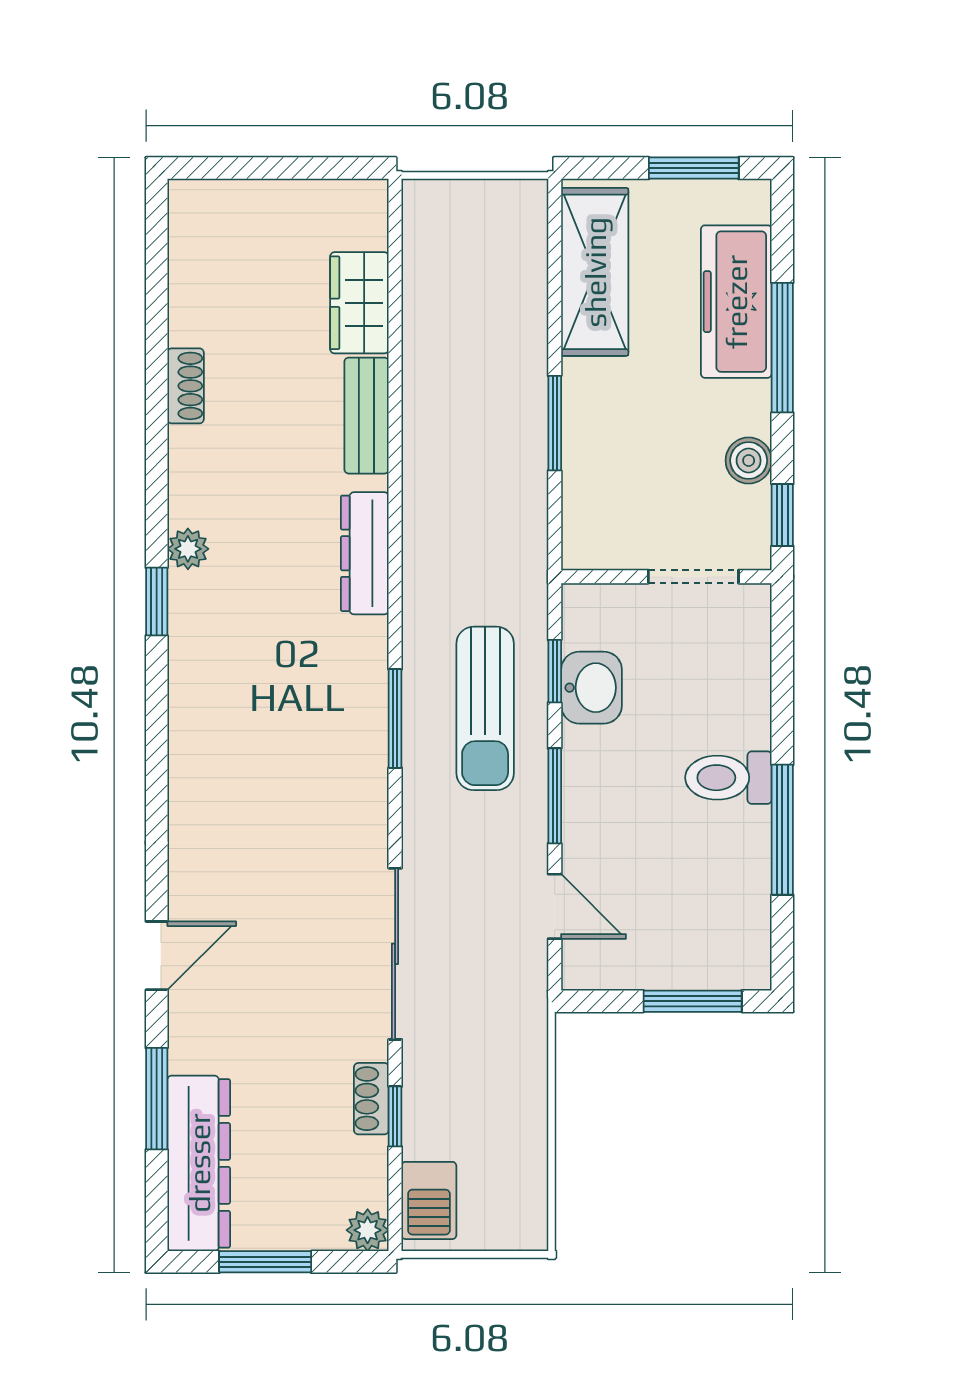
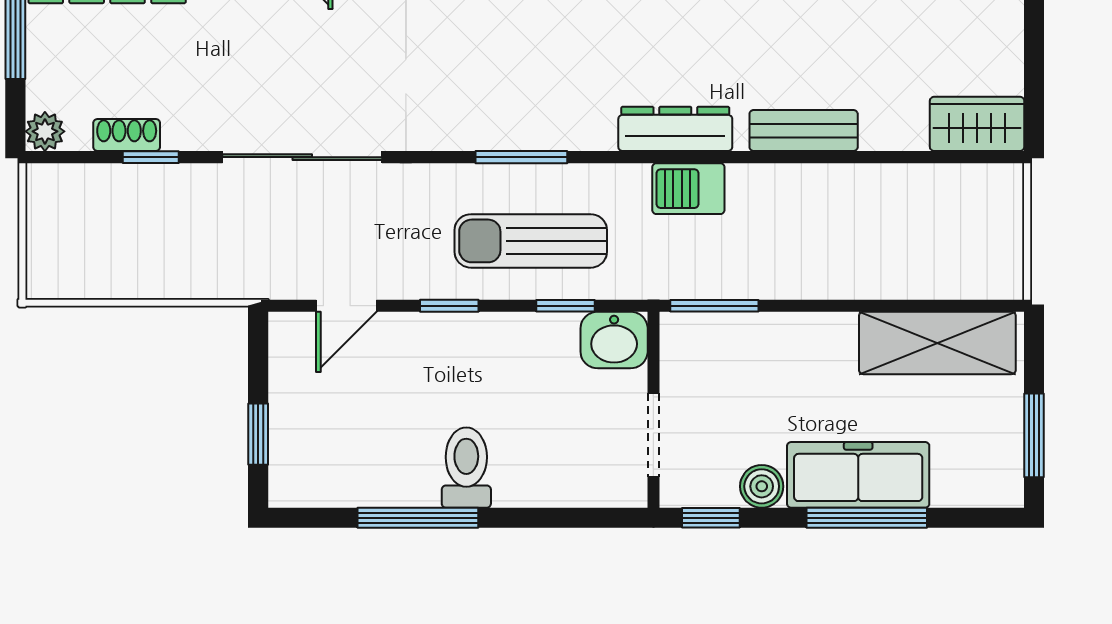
freezer: (736, 302) -> (858, 475), moved
wardrobe: (359, 303) -> (977, 124), moved
window: (555, 423) -> (714, 306), moved
washbasin: (591, 688) -> (614, 340), moved
window: (555, 796) -> (449, 306), width x0.67
window: (693, 1001) -> (258, 434), width x0.67
shoe rack: (371, 1099) -> (127, 135), moved
barbecue: (429, 1200) -> (688, 189), moved

